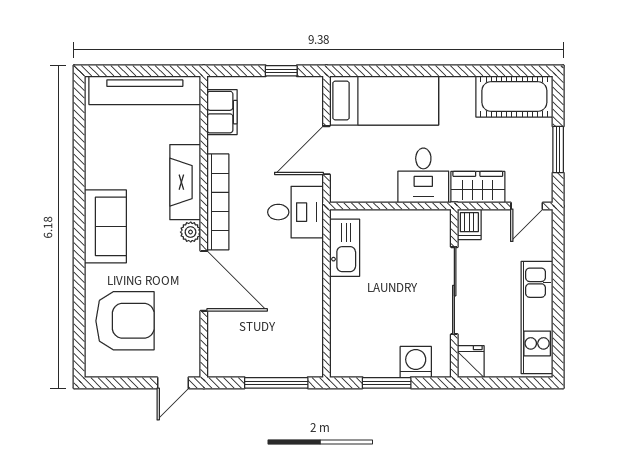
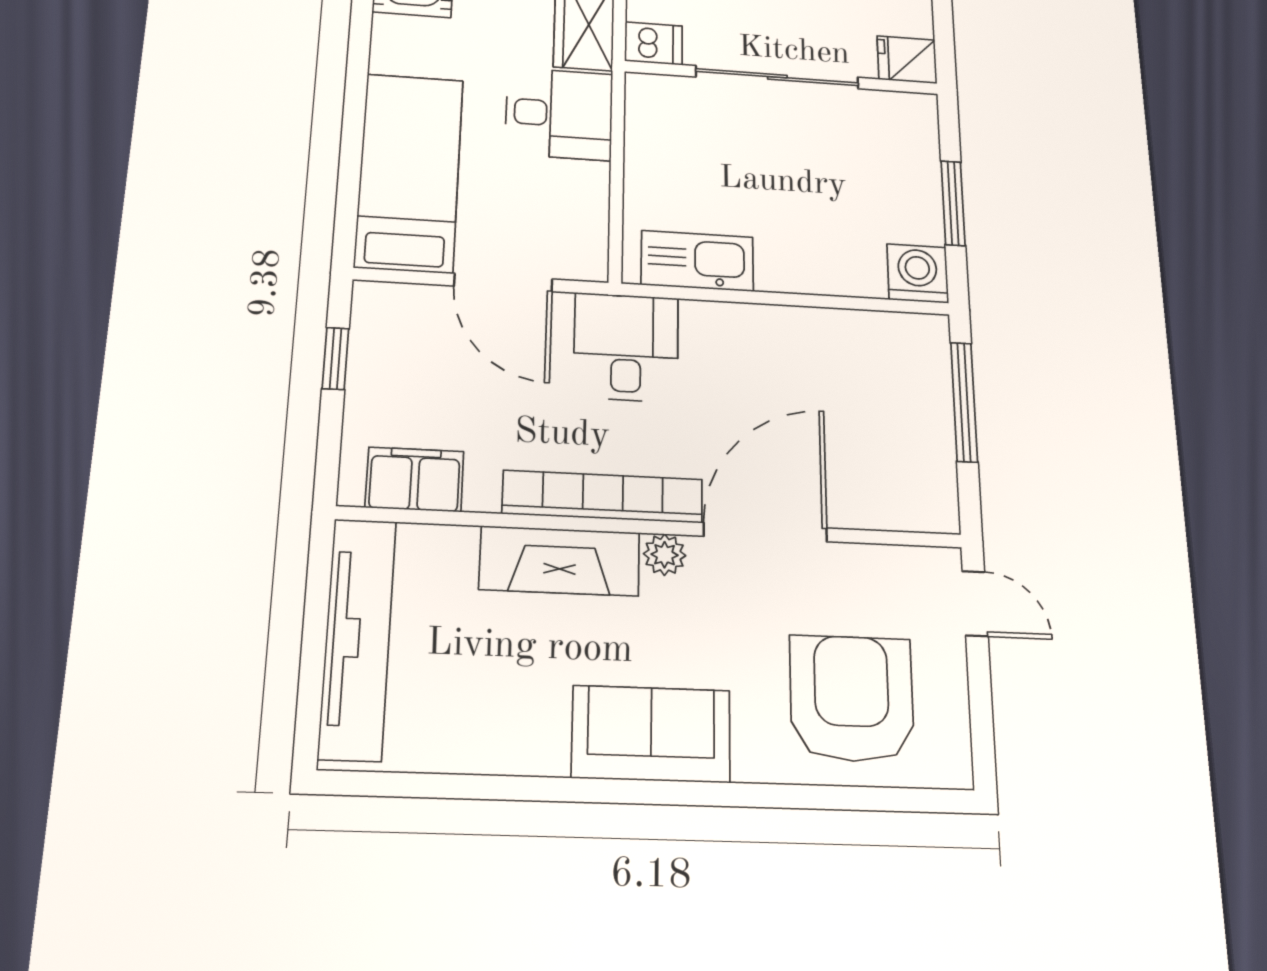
washing machine: (416, 362) -> (918, 273), moved, turned 90

